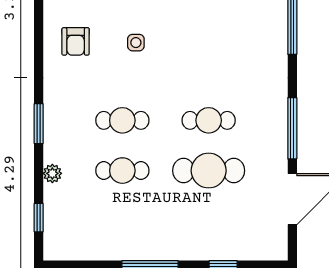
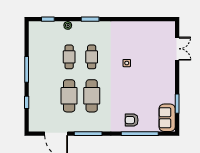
armchair: (76, 41) -> (132, 120), moved
cafe table: (209, 120) -> (92, 96), width x1.37, depth x1.35

